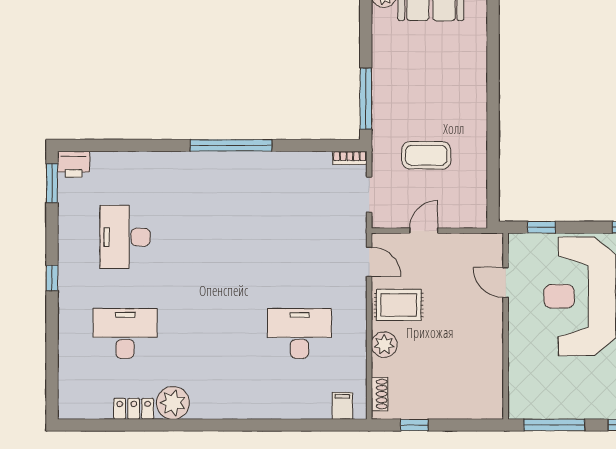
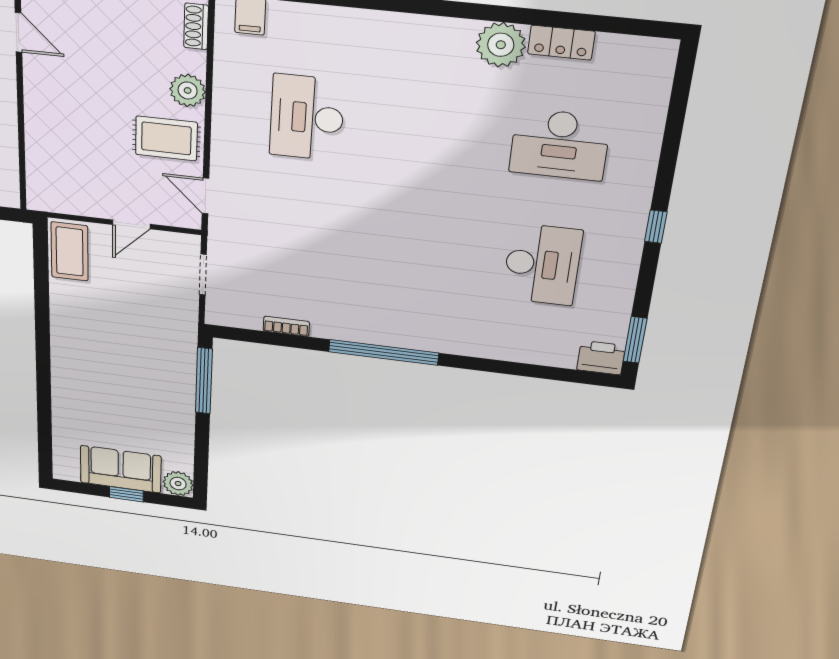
coffee table: (426, 155) -> (70, 251), moved, turned 90
bookcase: (350, 158) -> (286, 326), moved
door: (506, 283) -> (19, 32), moved
desk: (299, 333) -> (307, 118), turned 90

